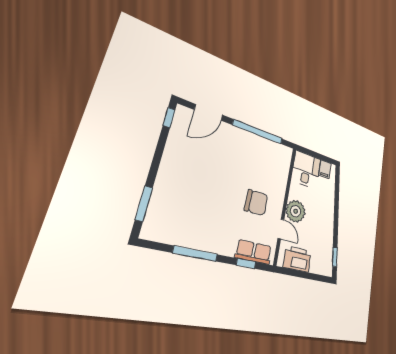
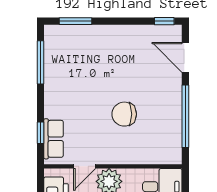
chair: (256, 203) -> (124, 114), moved, turned 90
window: (195, 254) -> (40, 62), moved

